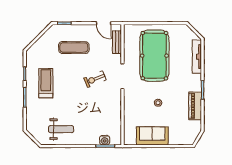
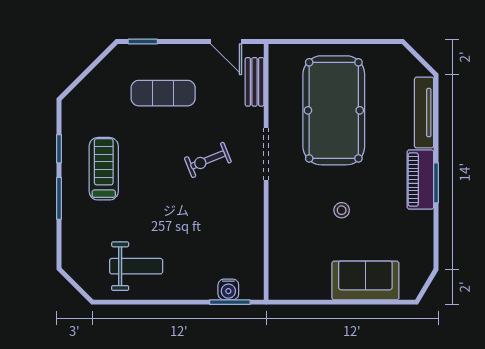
piano: (195, 106) -> (420, 180), moved
sofa: (152, 136) -> (365, 280), moved

